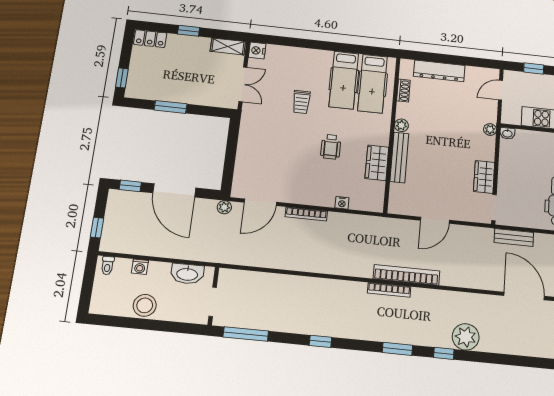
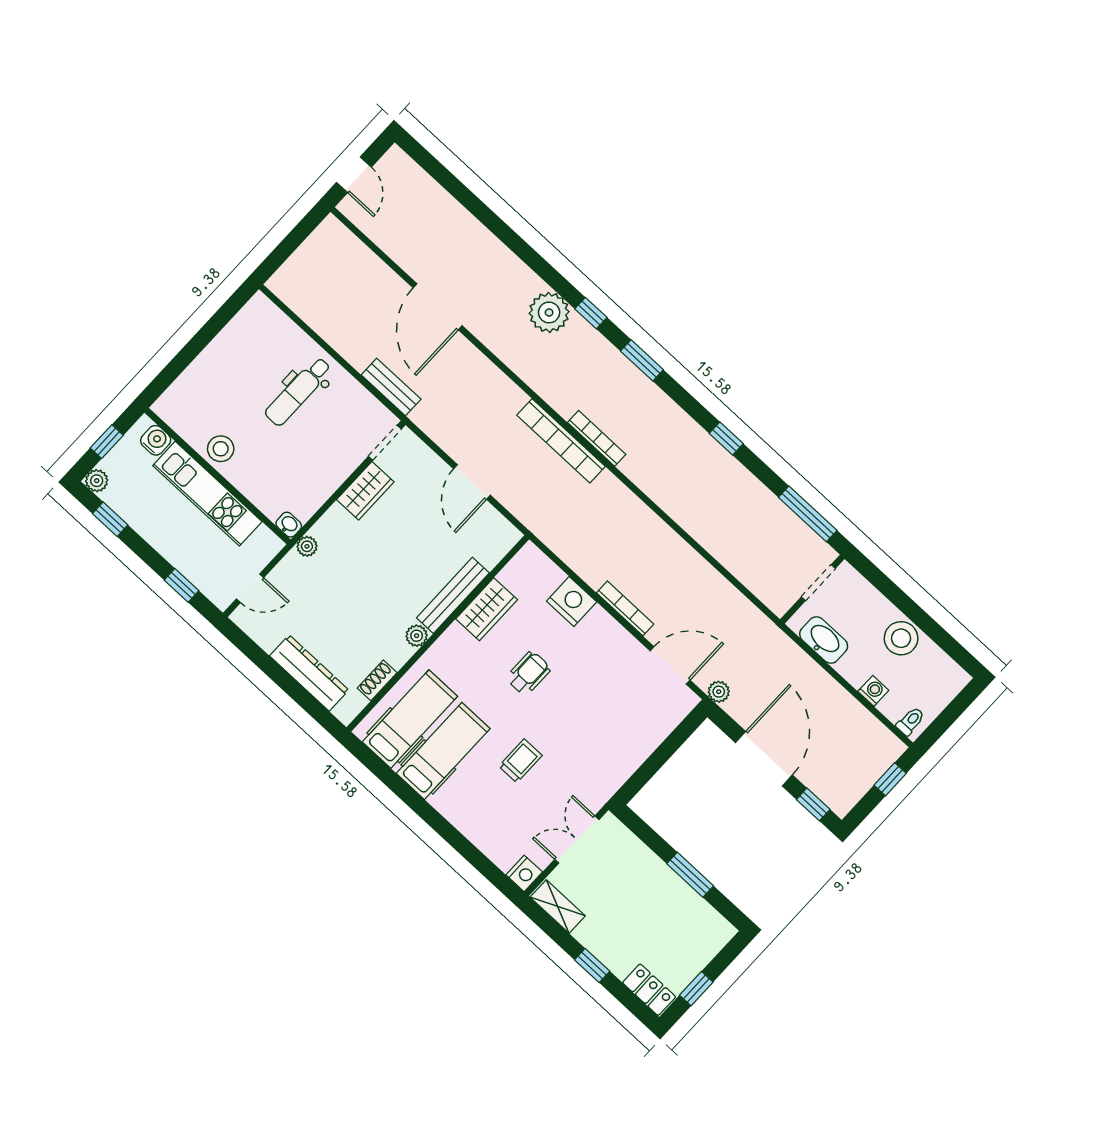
window: (122, 78) -> (696, 989), moved
nightstand: (342, 203) -> (572, 601), width x1.89, depth x1.79
door: (435, 220) -> (472, 482), swing flipped

